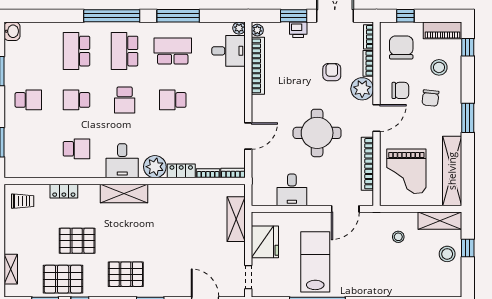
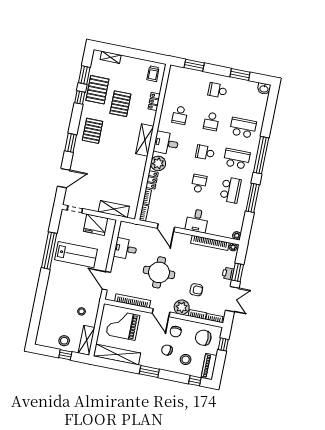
chair: (401, 47) -> (203, 338), turned 180
desk: (229, 51) -> (197, 221), moved
school desk: (28, 100) -> (218, 90), turned 90
school desk: (76, 100) -> (211, 121), turned 180

